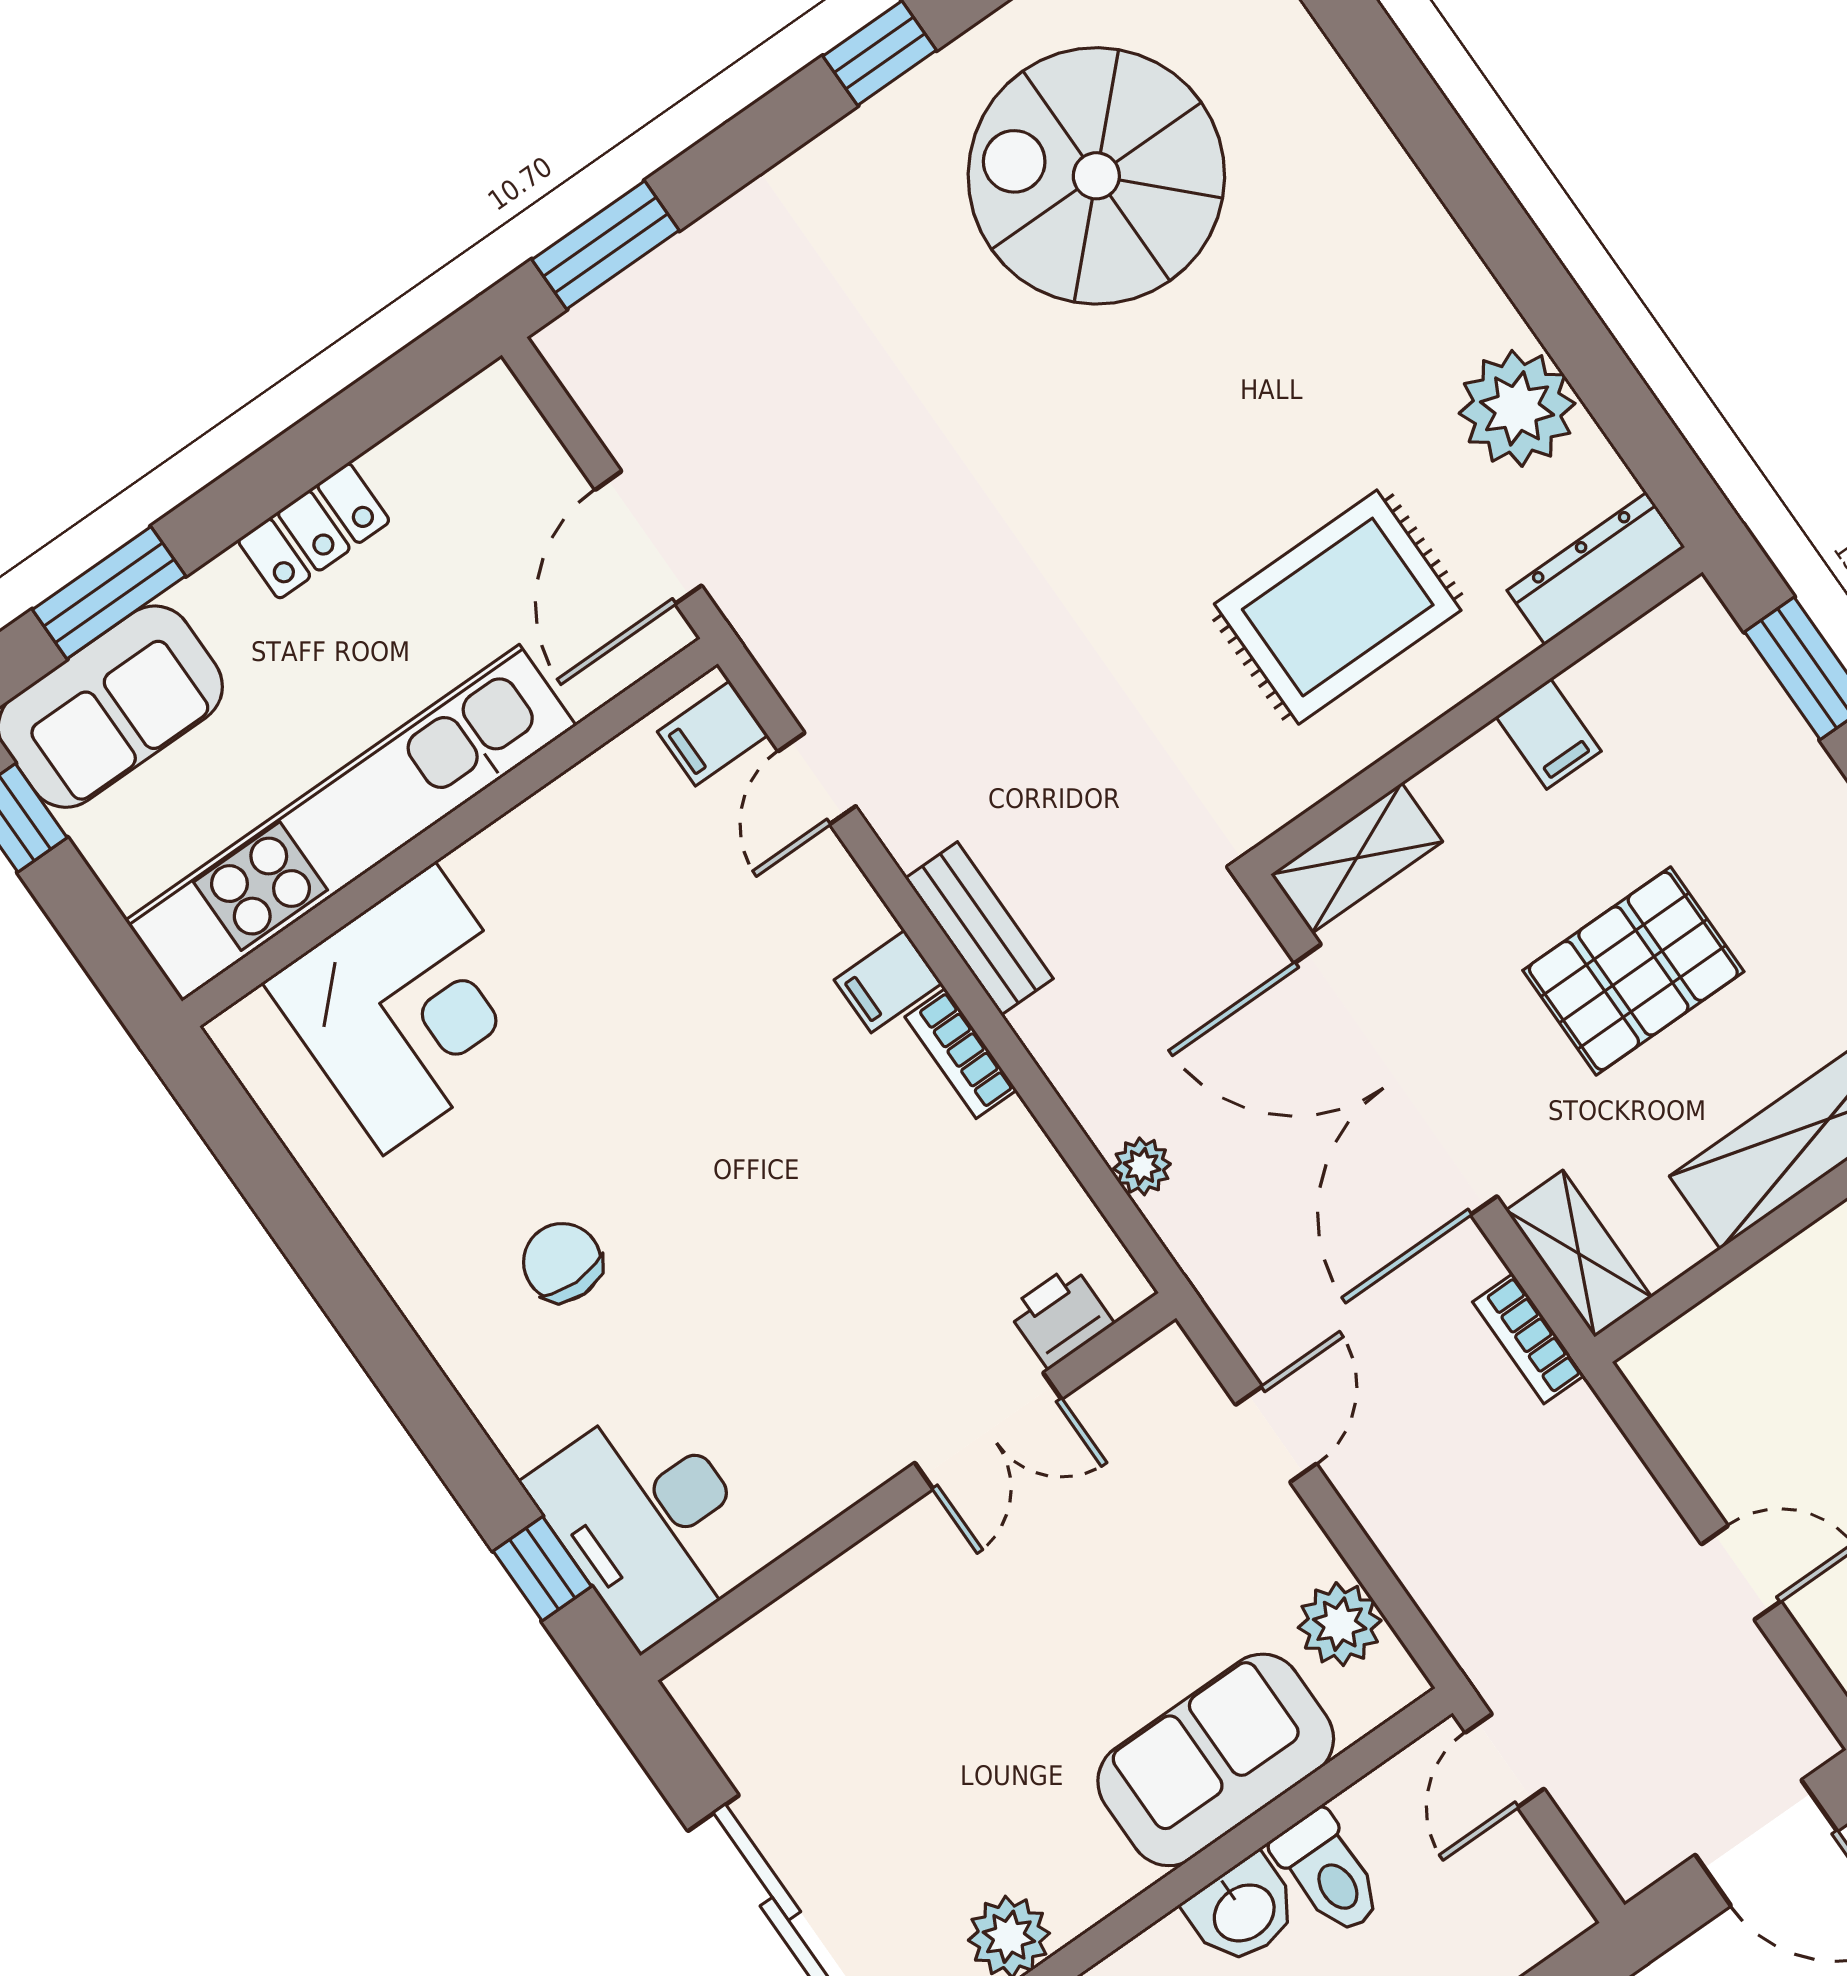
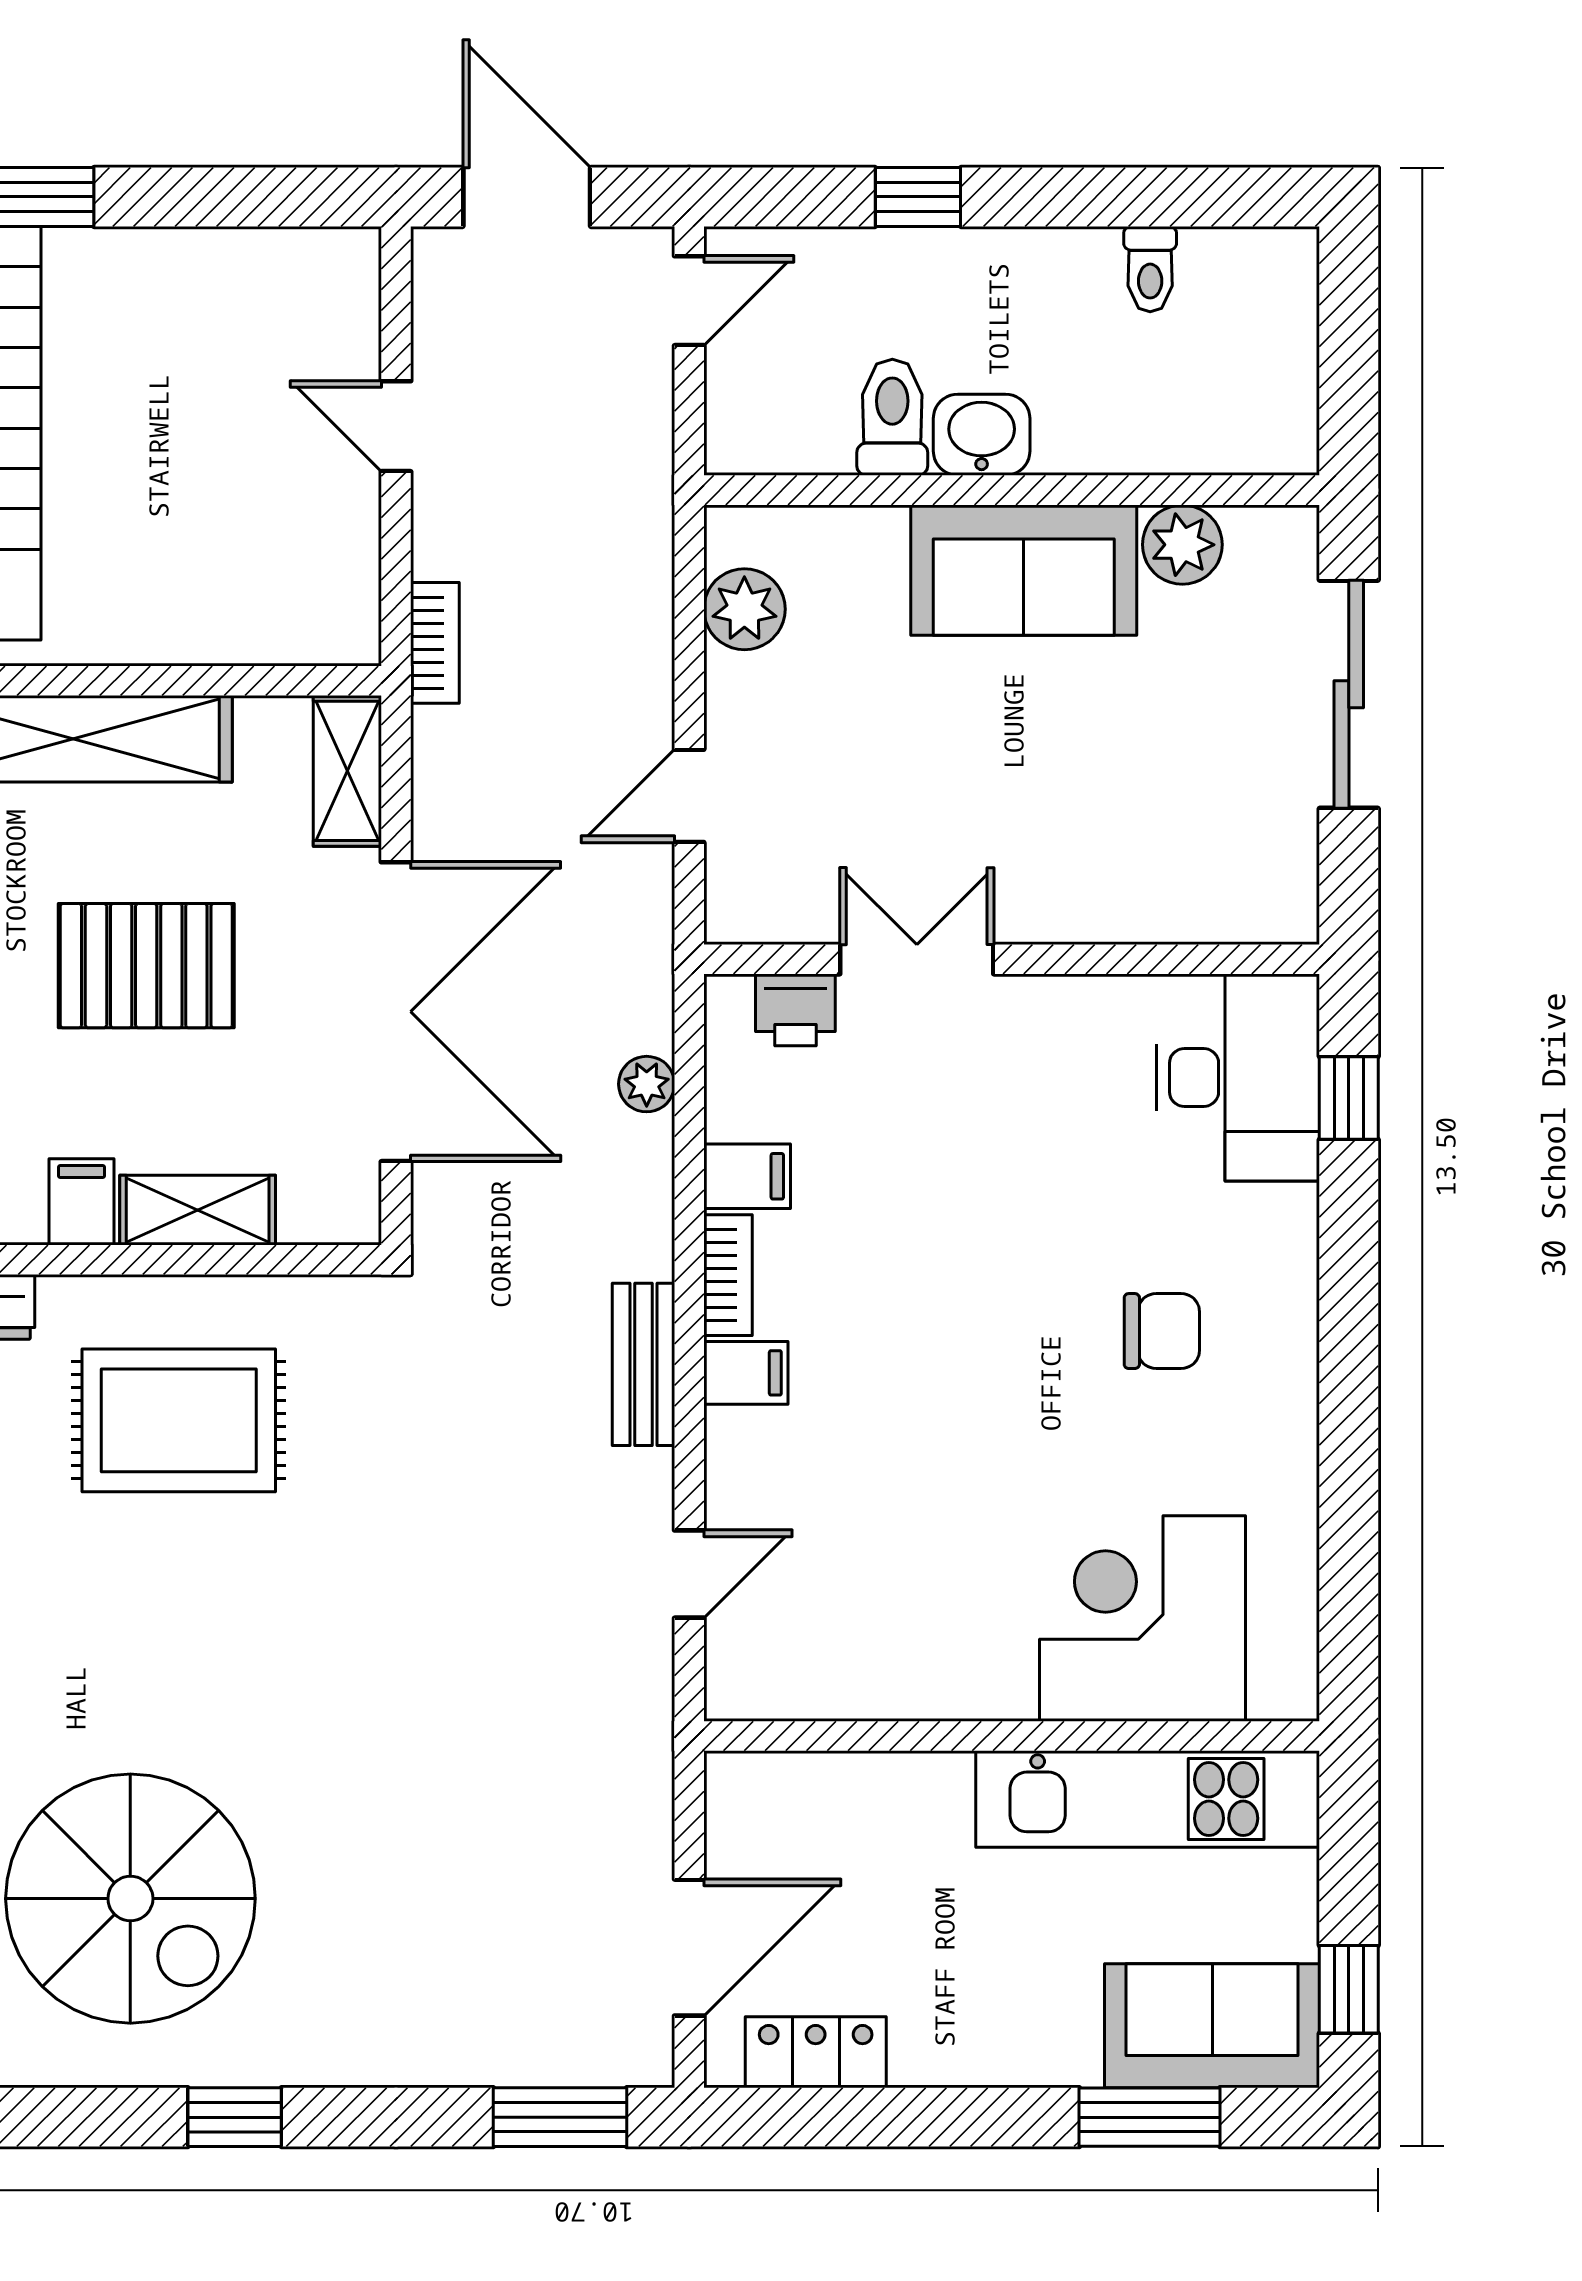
locker: (314, 531) -> (816, 2052), moved
door: (648, 538) -> (689, 1948), moved
filing cabinet: (713, 733) -> (747, 1176), moved
kitchen unit: (351, 823) -> (1147, 1799), width x0.73
shelving: (1357, 858) -> (198, 1210), moved
chair: (562, 1262) -> (1162, 1331), turned -90
bookcase: (1528, 1339) -> (435, 643), moved
sofa: (1216, 1760) -> (1024, 570), moved
door: (1505, 1761) -> (689, 301), moved

